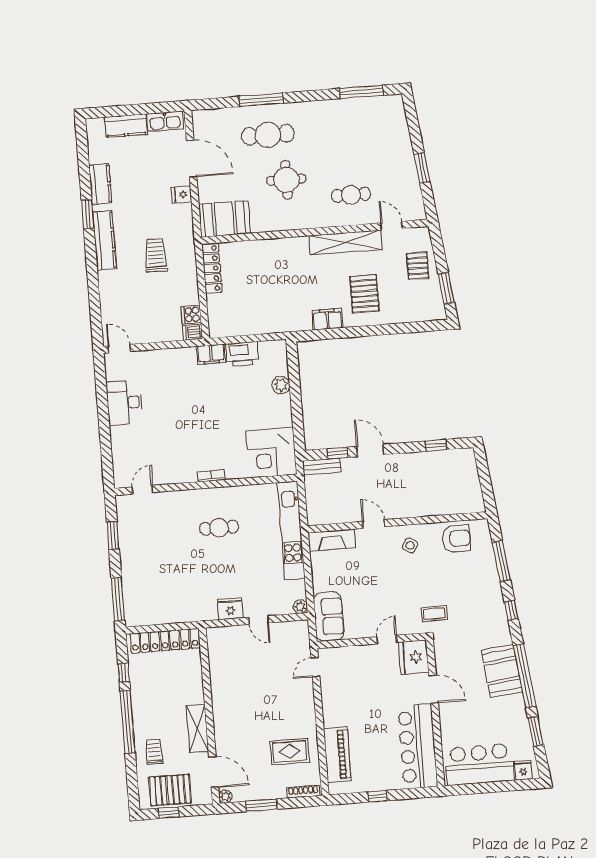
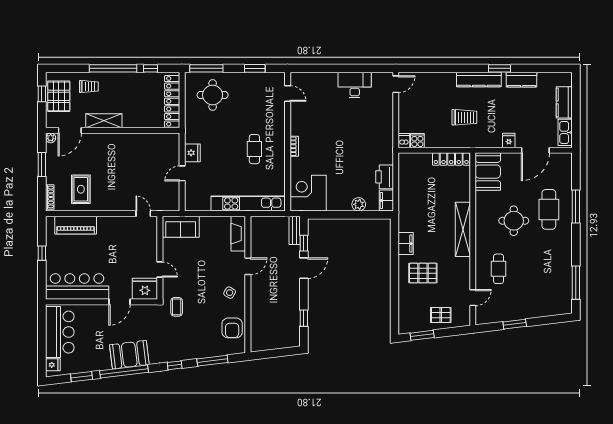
shelving: (346, 242) -> (463, 229), moved
filing cabinet: (211, 354) -> (386, 200), moved
round table: (152, 588) -> (213, 95), added
plant: (300, 607) -> (190, 206), removed

